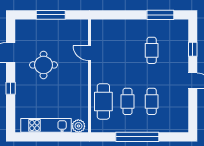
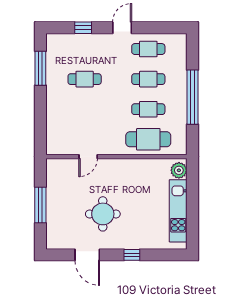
cafe table: (176, 101) -> (148, 49), added

